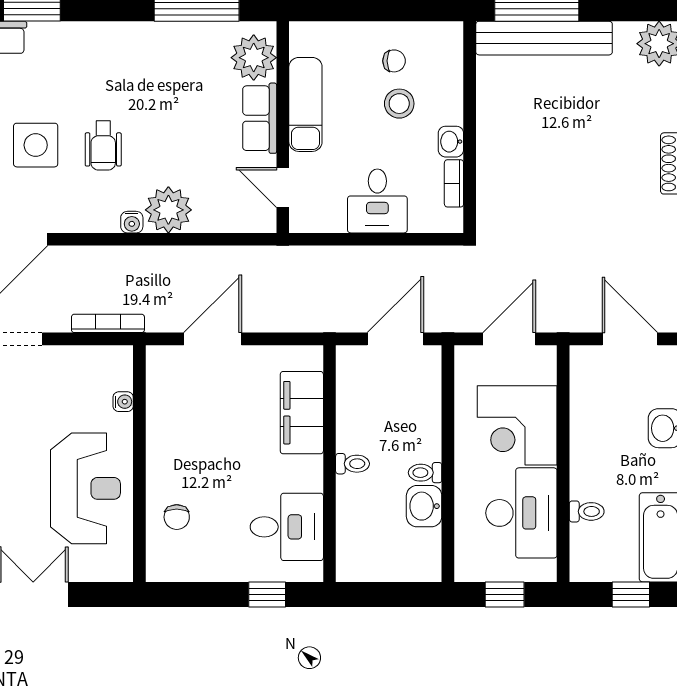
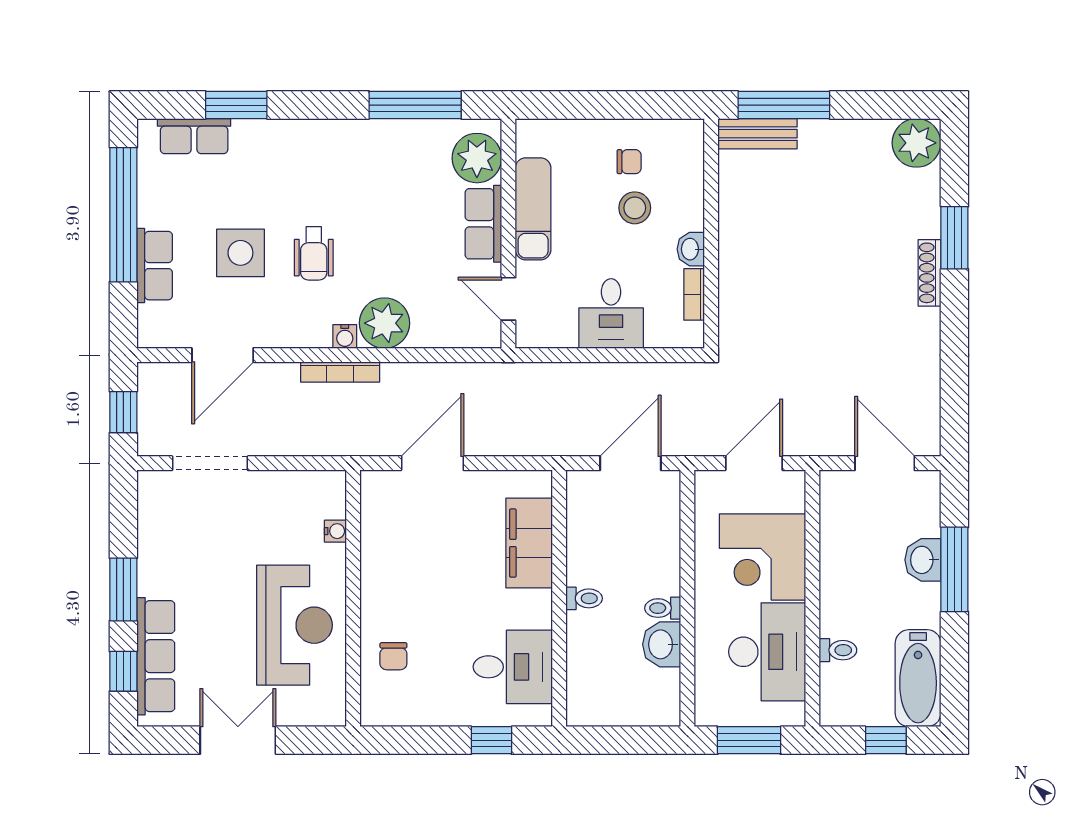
bench: (544, 38) -> (758, 134), width x0.54, depth x0.82
bookcase: (108, 323) -> (340, 372), moved, turned 180
window: (505, 594) -> (749, 740), width x1.50

